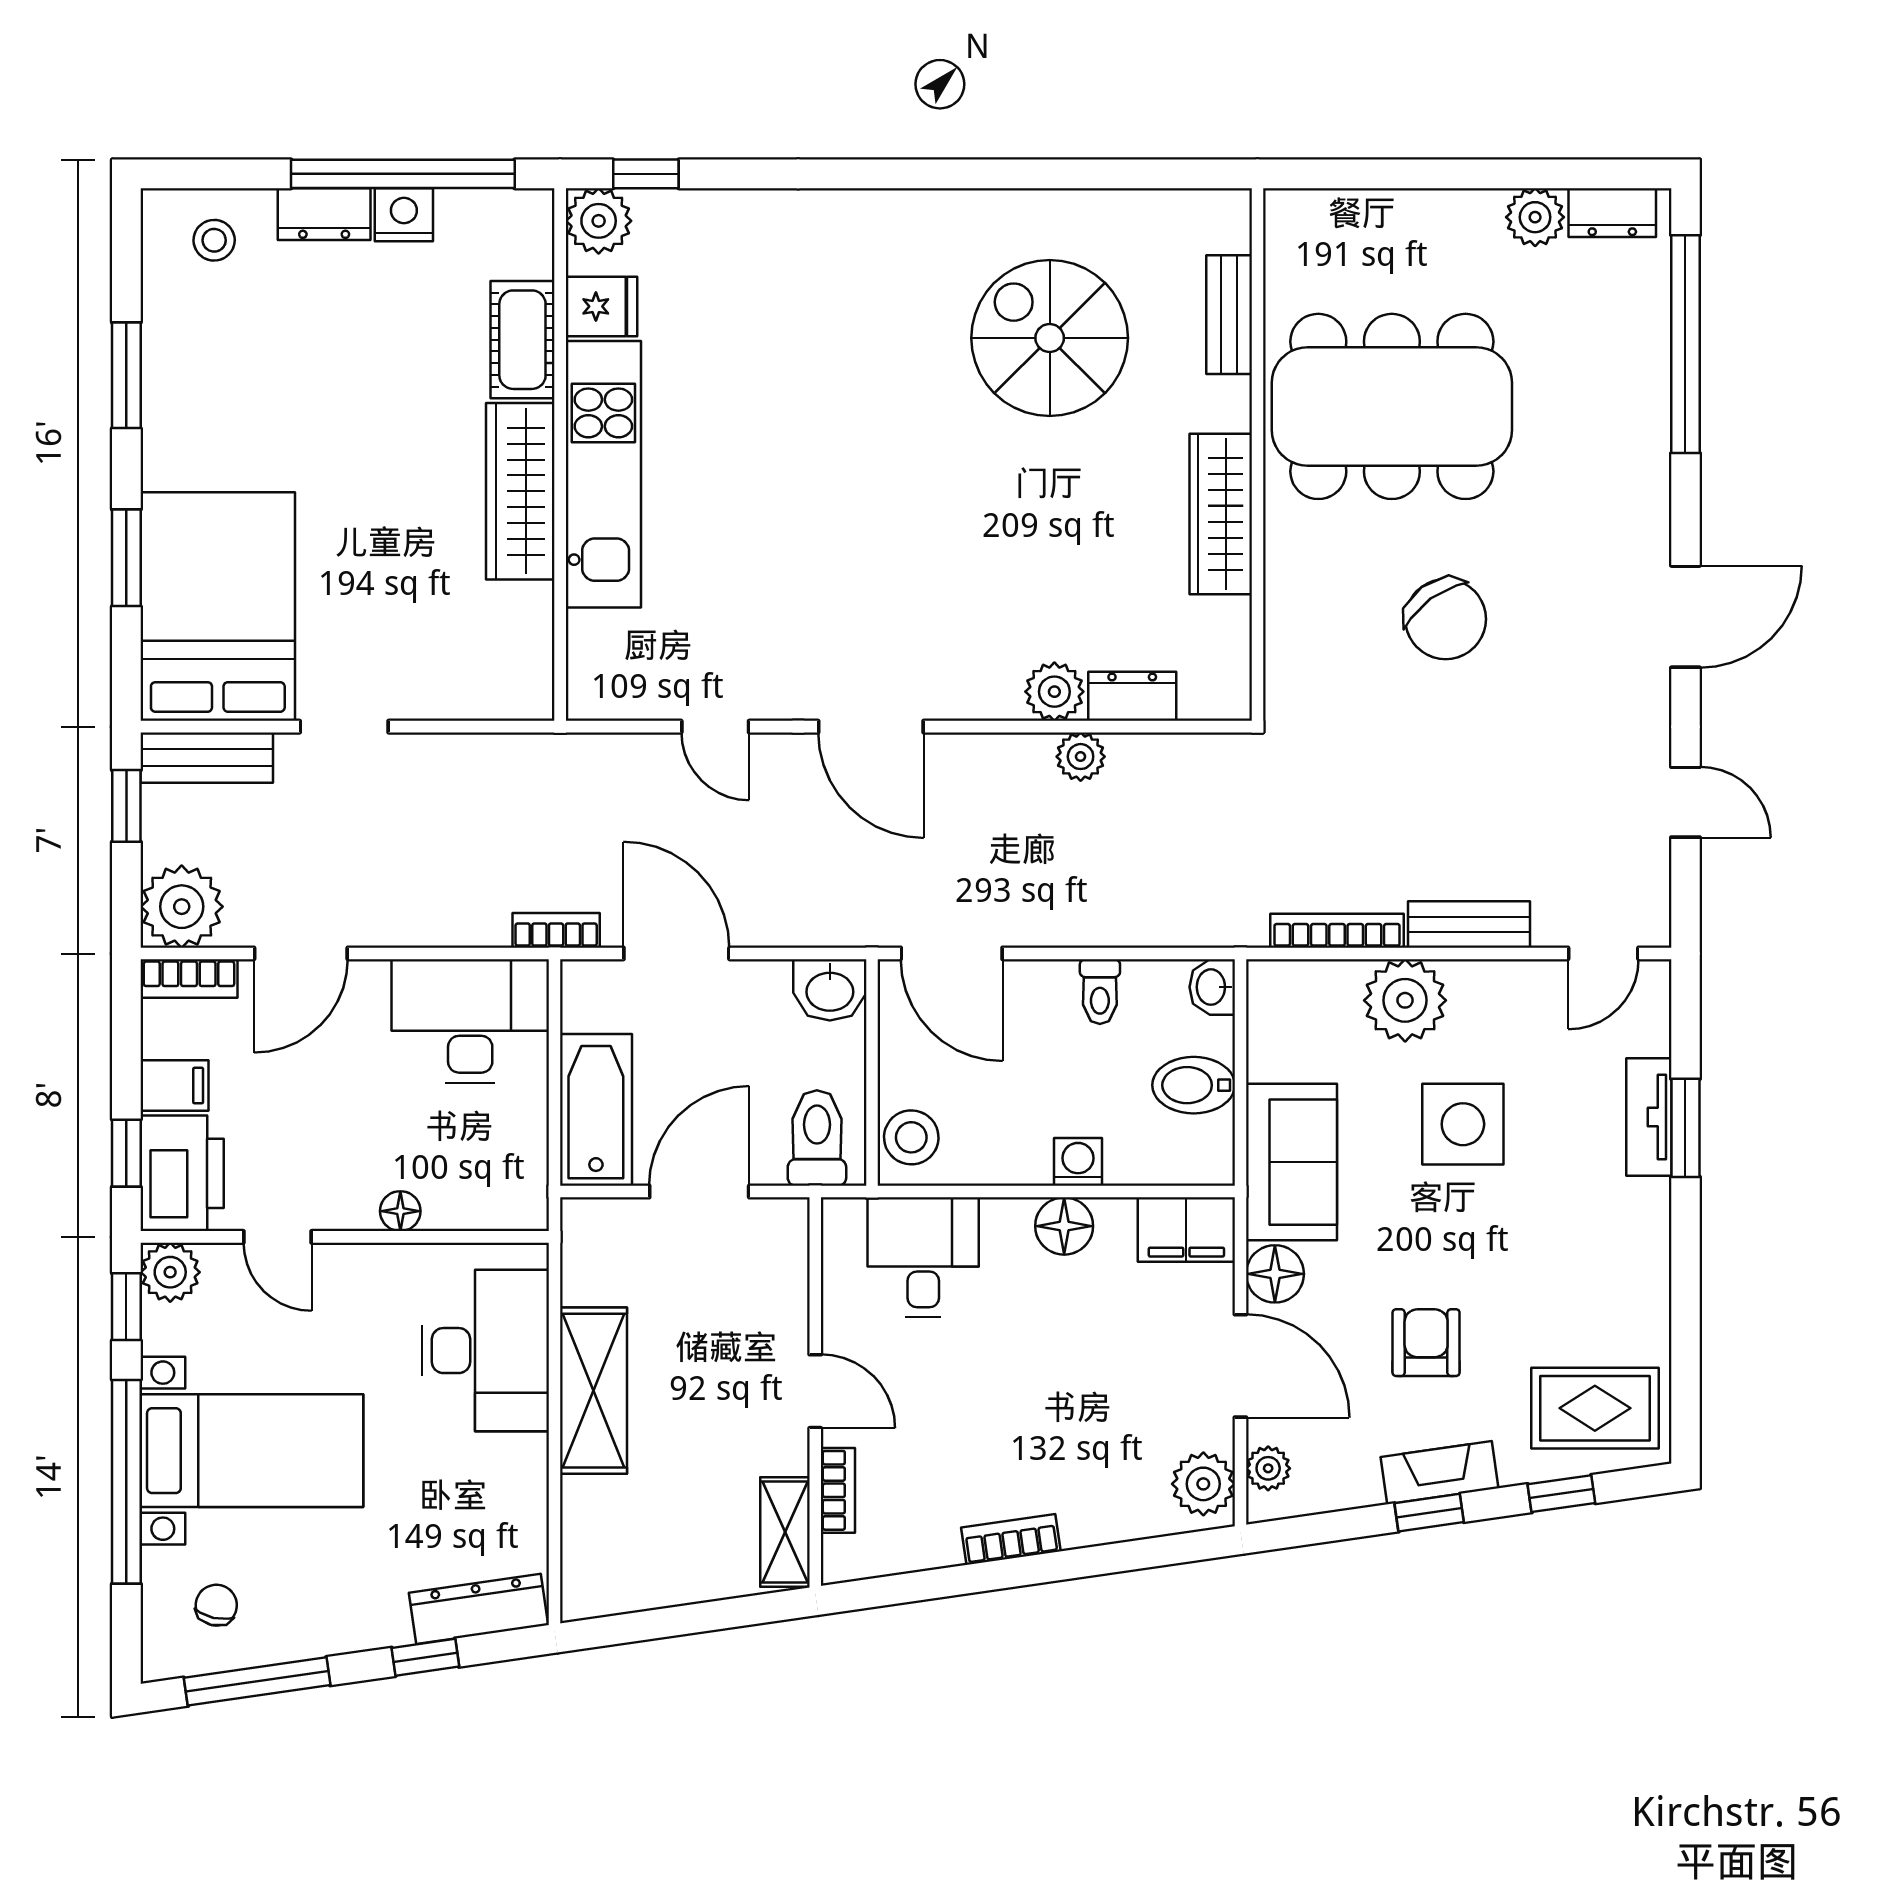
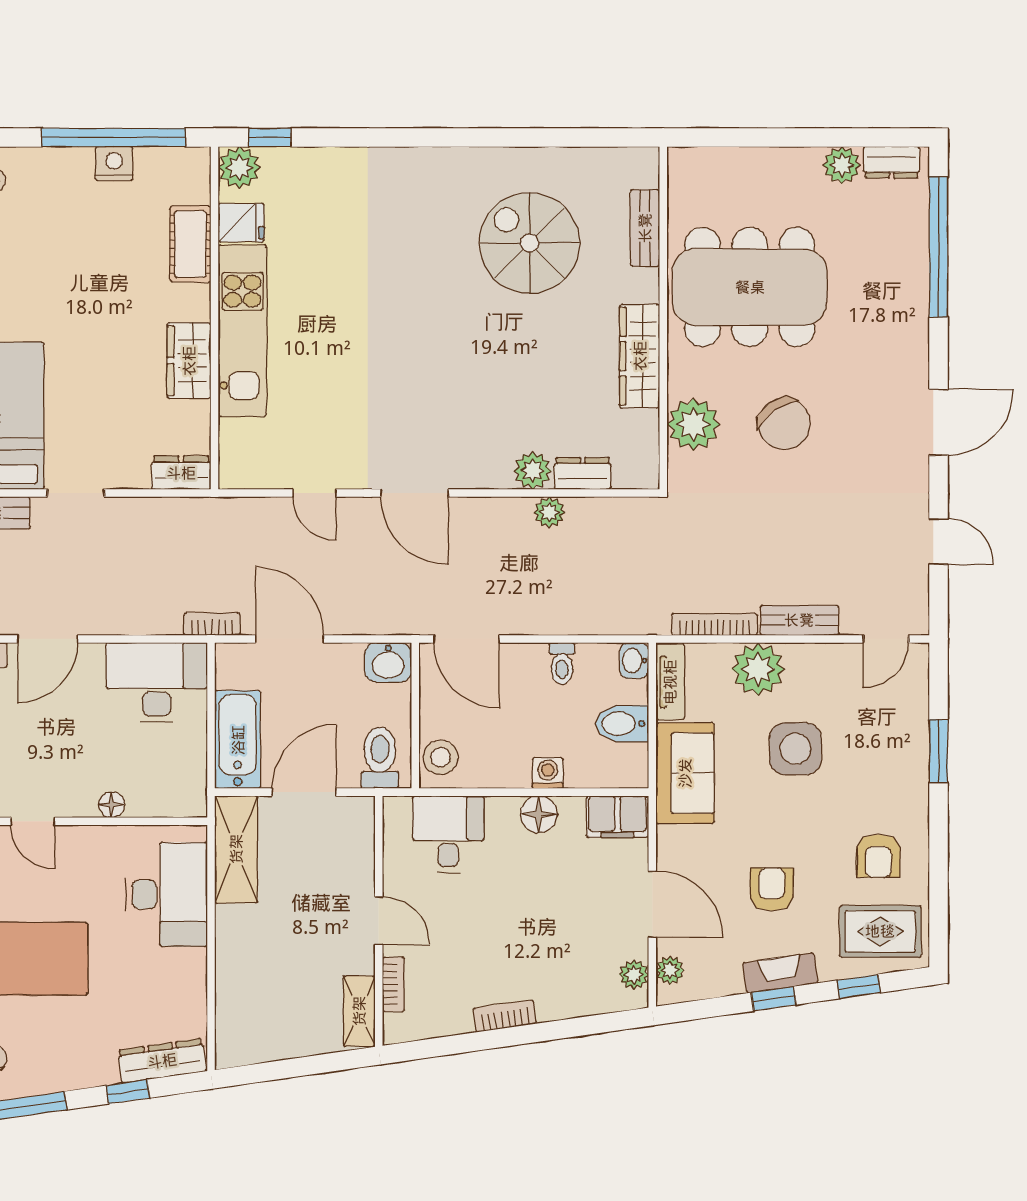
dresser: (324, 214) -> (181, 473), moved, turned 180
wardrobe: (520, 491) -> (189, 361), width x0.67
plant: (1304, 620) -> (693, 424), added
tv unit: (1649, 1117) -> (670, 682), moved, turned 180
floor lamp: (1275, 1274) -> (674, 845), removed
armchair: (1592, 1291) -> (878, 856), added
shelving: (593, 1391) -> (236, 849), moved
plant: (1203, 1484) -> (634, 975), width x0.73, depth x0.73

